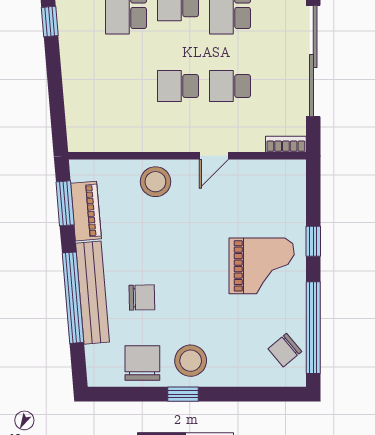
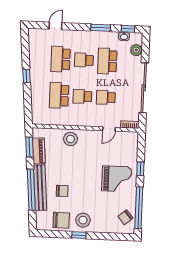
window: (50, 21) -> (26, 76), moved
school desk: (126, 86) -> (59, 95), added
door: (214, 156) -> (109, 129), moved
chair: (142, 363) -> (61, 220), turned 90

